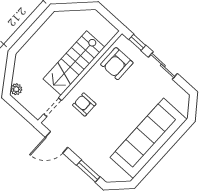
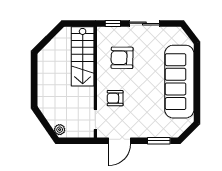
stairs: (74, 63) -> (83, 56), moved
armchair: (117, 64) -> (122, 58), moved, turned 91

